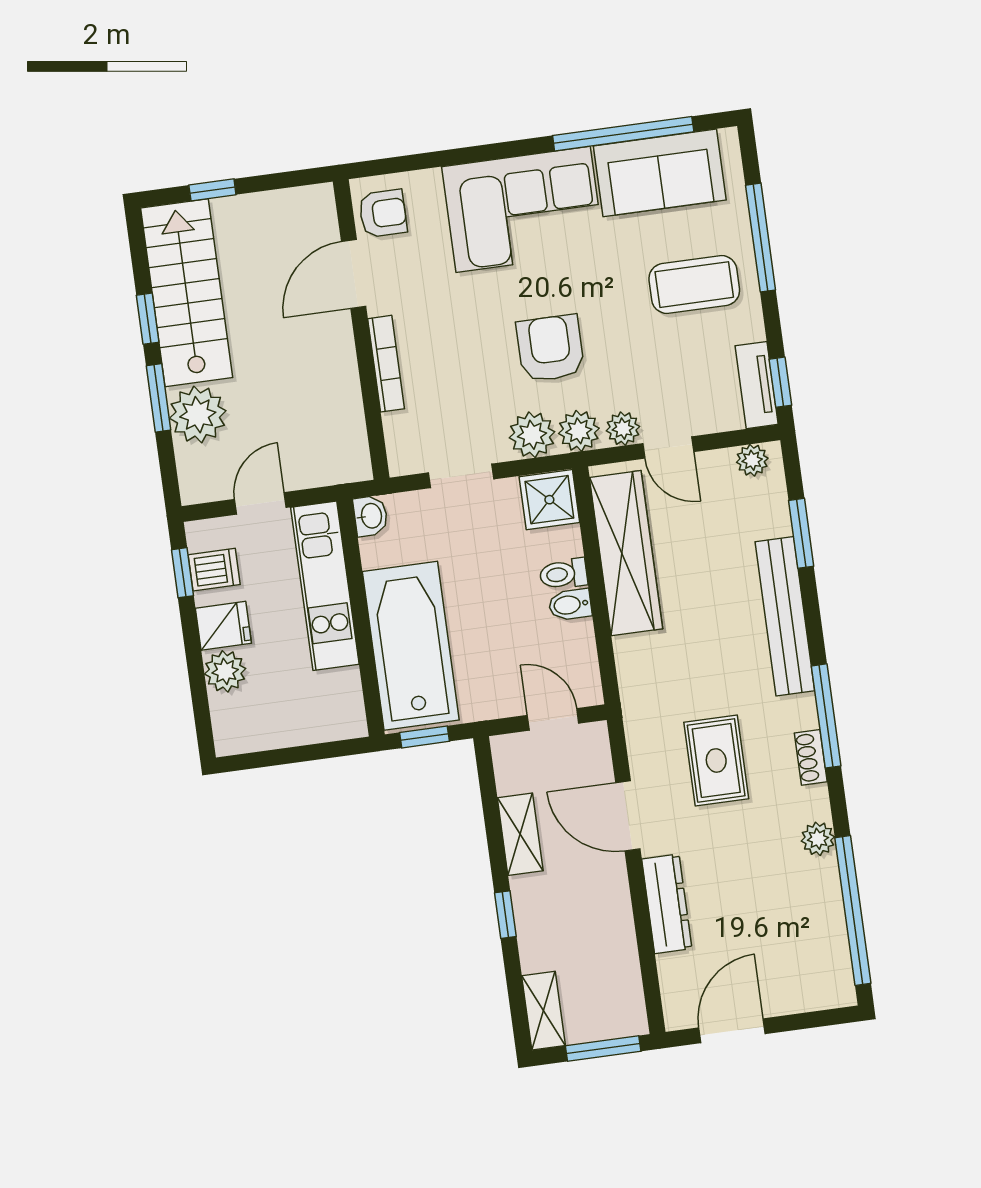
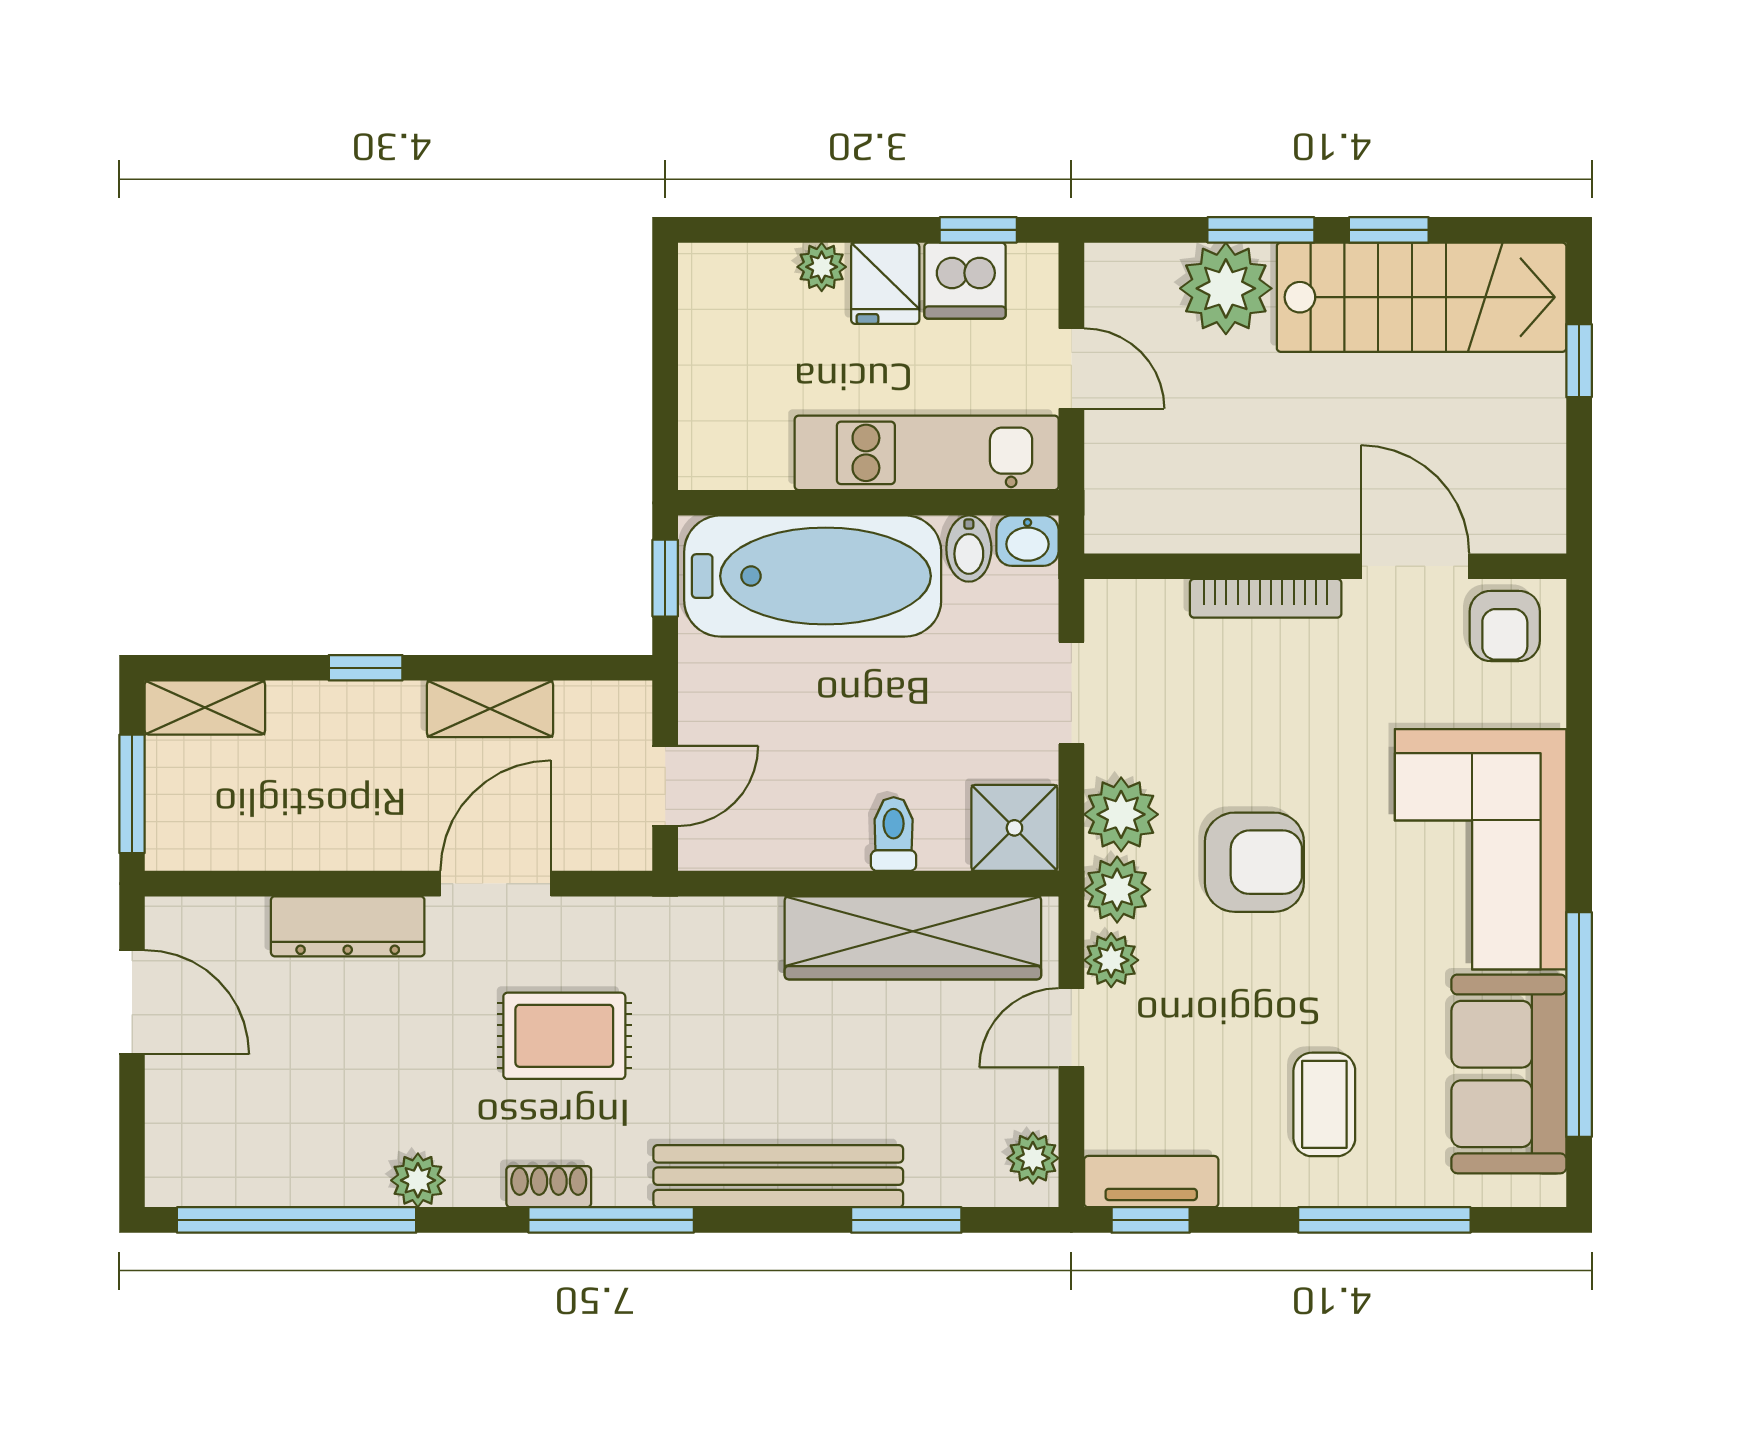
coffee table: (694, 285) -> (1324, 1104), width x0.73, depth x0.77
dishwasher: (214, 570) -> (965, 281), width x1.38
bidet: (570, 605) -> (969, 549), moved, turned 180
plant: (225, 671) -> (822, 267), width x0.73, depth x0.73

